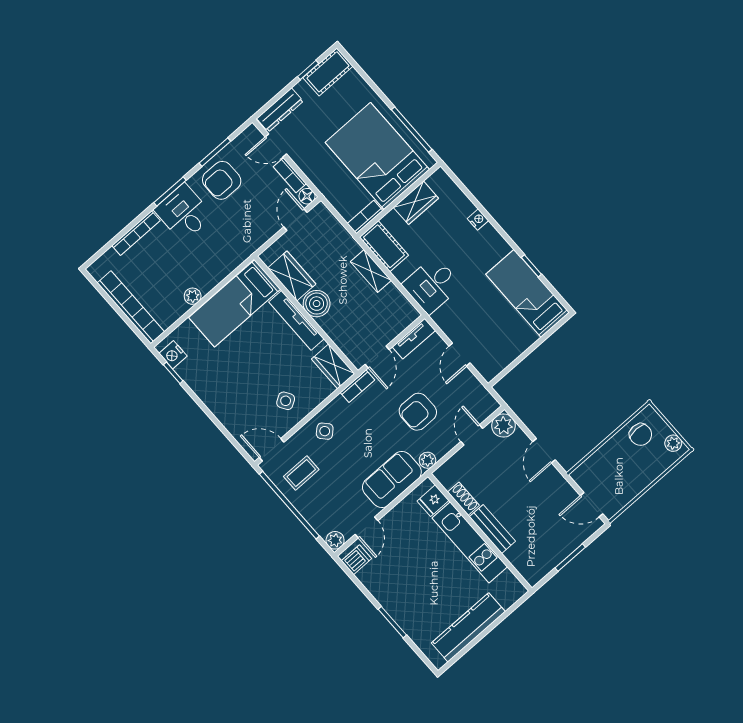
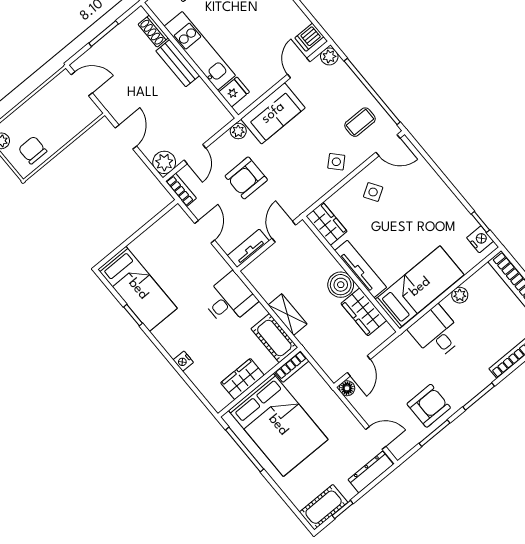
bookcase: (290, 175) -> (363, 409), removed
desk: (184, 213) -> (436, 333), moved, turned 180
bookcase: (357, 386) -> (181, 190), moved, turned 90
armchair: (418, 412) -> (246, 178), turned 180
shoe rack: (463, 499) -> (153, 31), moved

